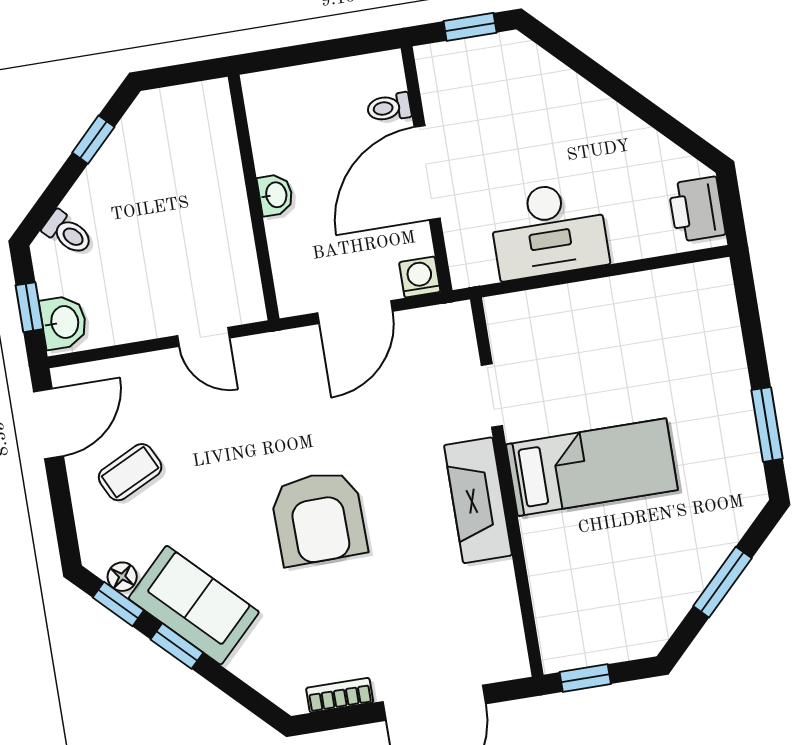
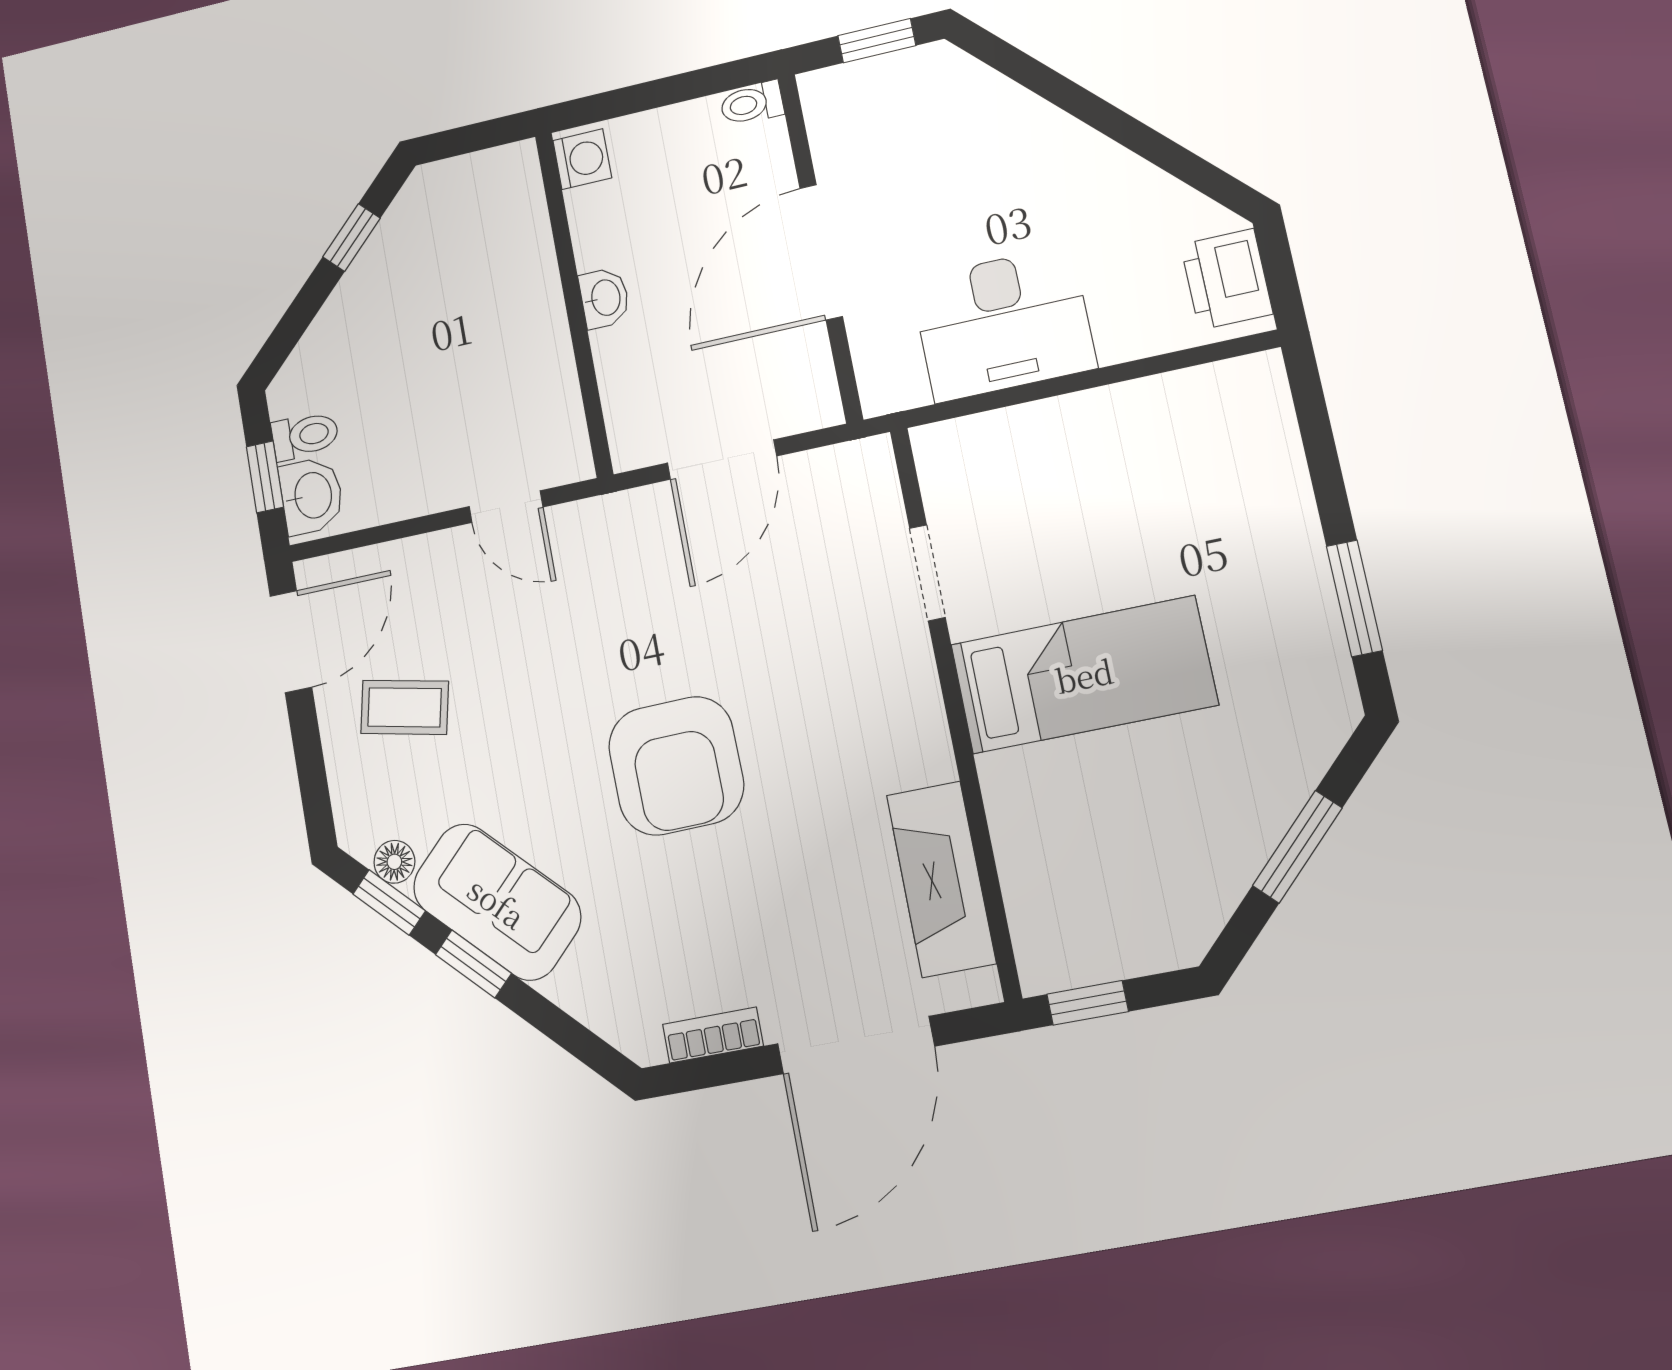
toilet: (389, 108) -> (752, 103), moved
toilet: (68, 233) -> (305, 436), moved, turned -45
washing machine: (420, 277) -> (582, 159), moved, turned 90
coffee table: (130, 472) -> (405, 707), turned 38
fireplace: (478, 500) -> (941, 879), moved

